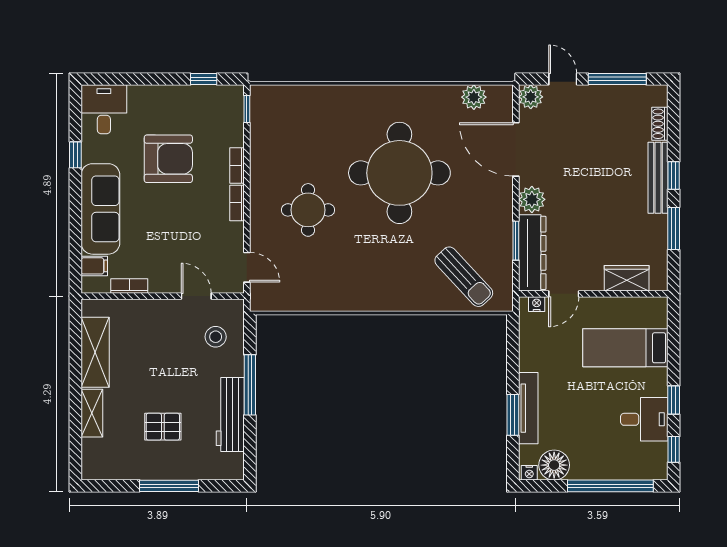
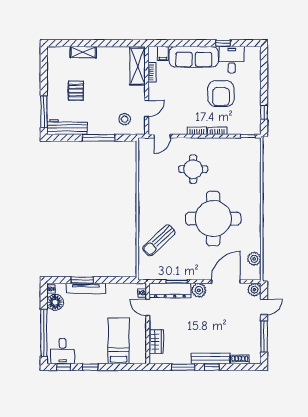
desk: (104, 109) -> (232, 60), moved, turned -90
sun lounger: (464, 277) -> (159, 240), moved
shelving: (95, 352) -> (137, 66), moved, turned 90
workbench: (230, 414) -> (67, 127), moved
desk: (644, 419) -> (63, 351), moved
window: (169, 486) -> (44, 112), moved

